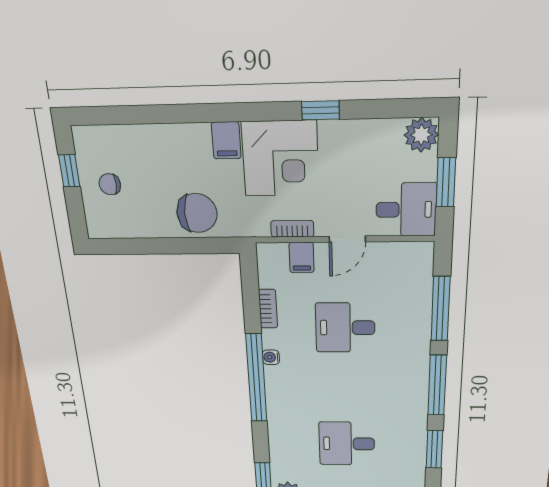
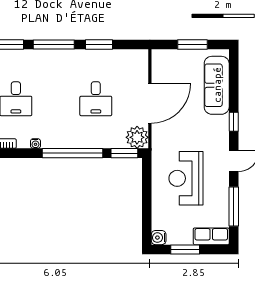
window: (256, 378) -> (73, 153), moved

